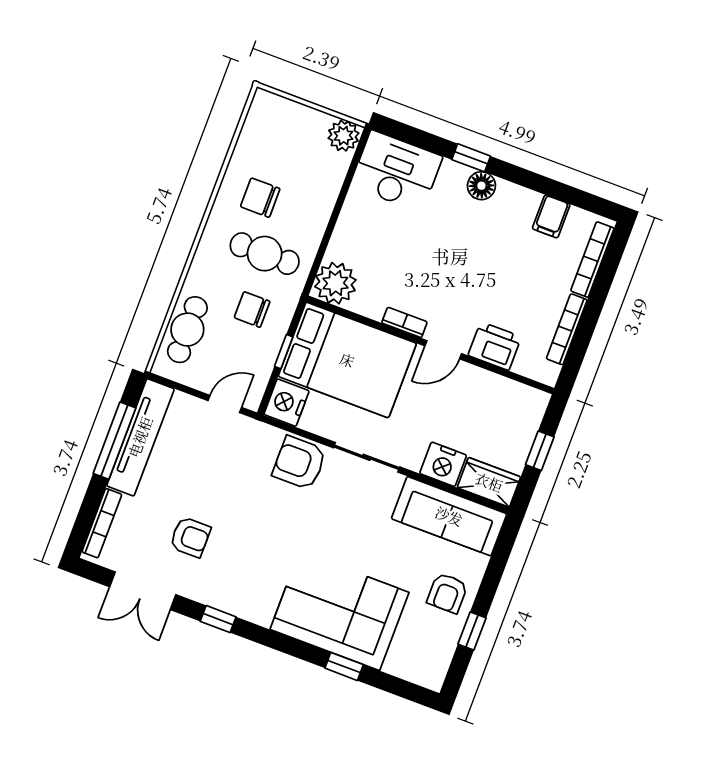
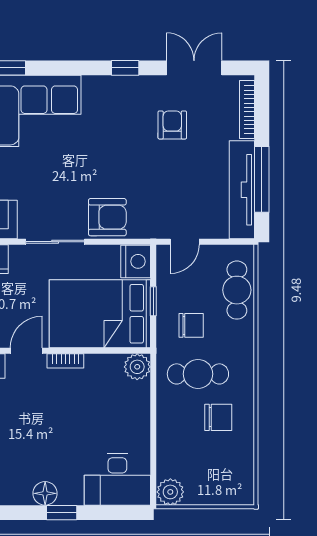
plant: (335, 283) -> (137, 367), width x0.73, depth x0.73
armchair: (190, 537) -> (172, 125), turned 90

